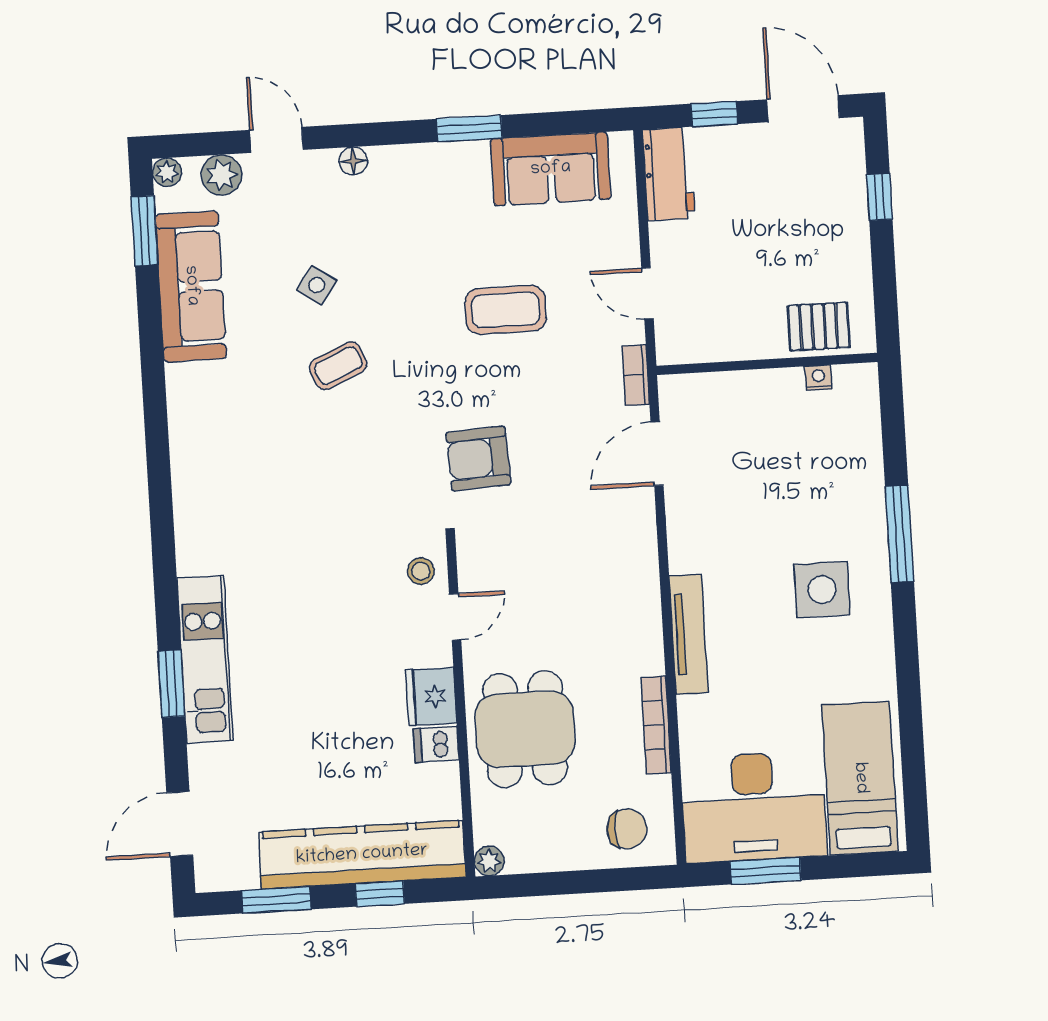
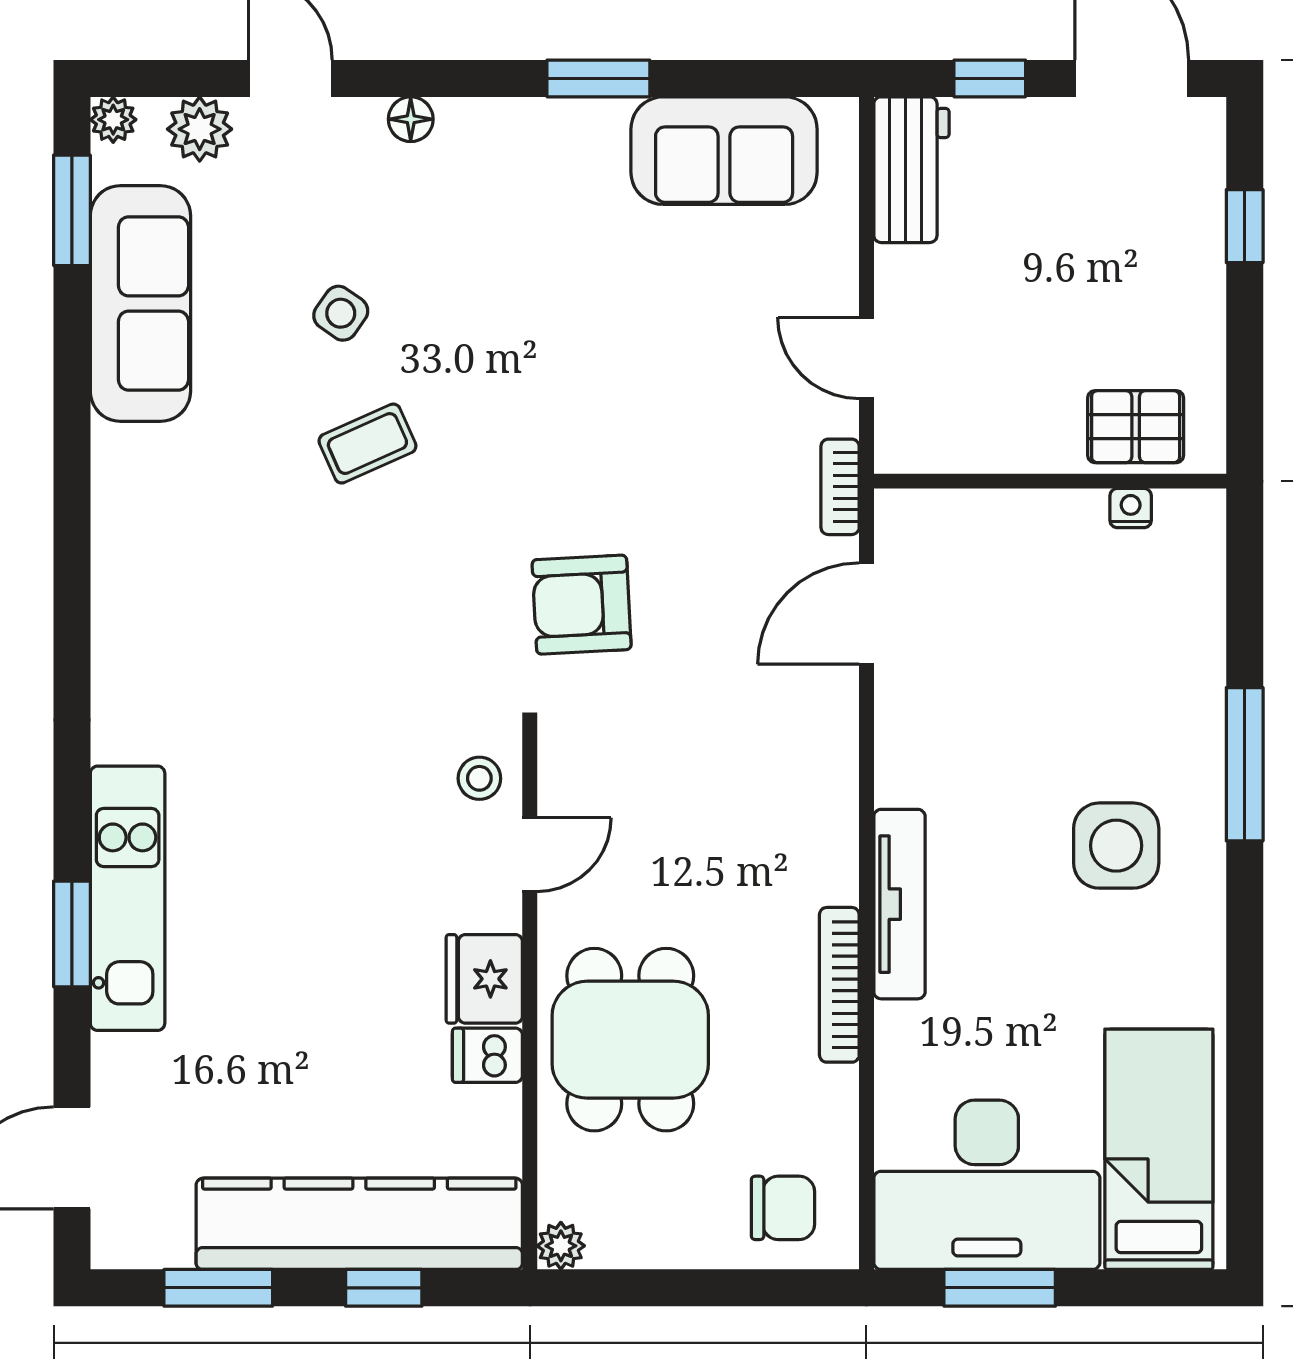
coffee table: (506, 310) -> (639, 370), removed
bookcase: (656, 725) -> (839, 985), moved

